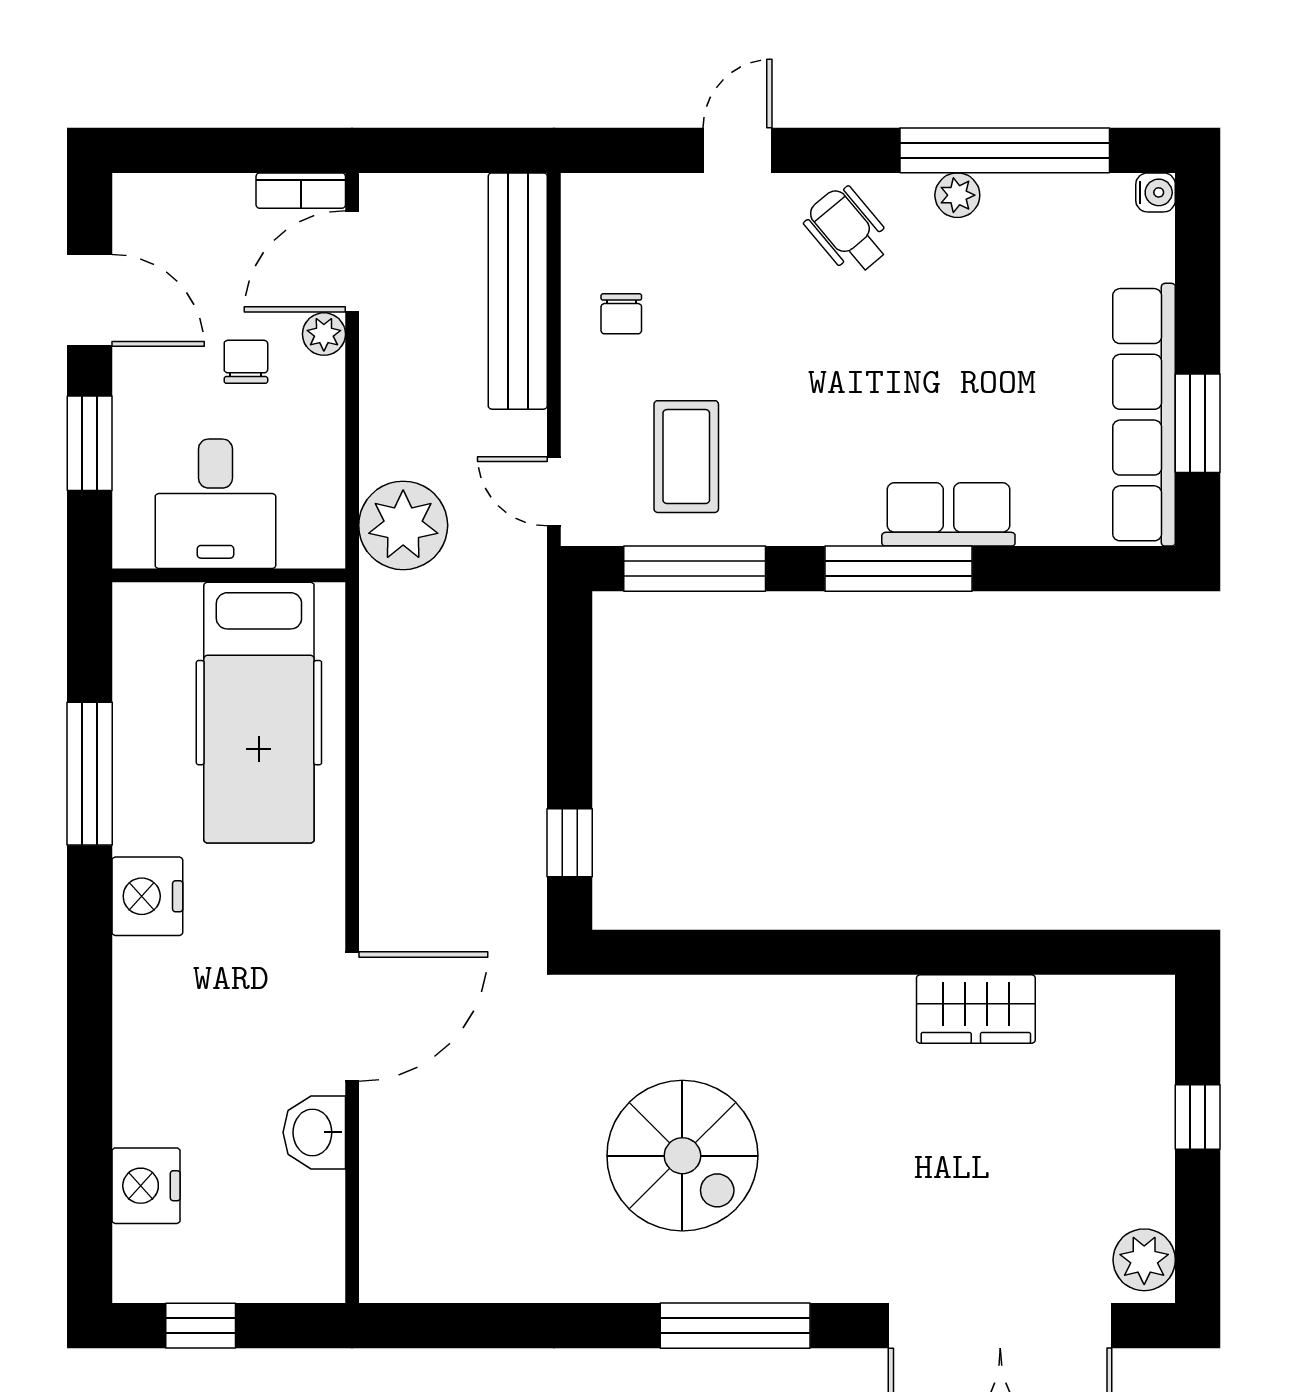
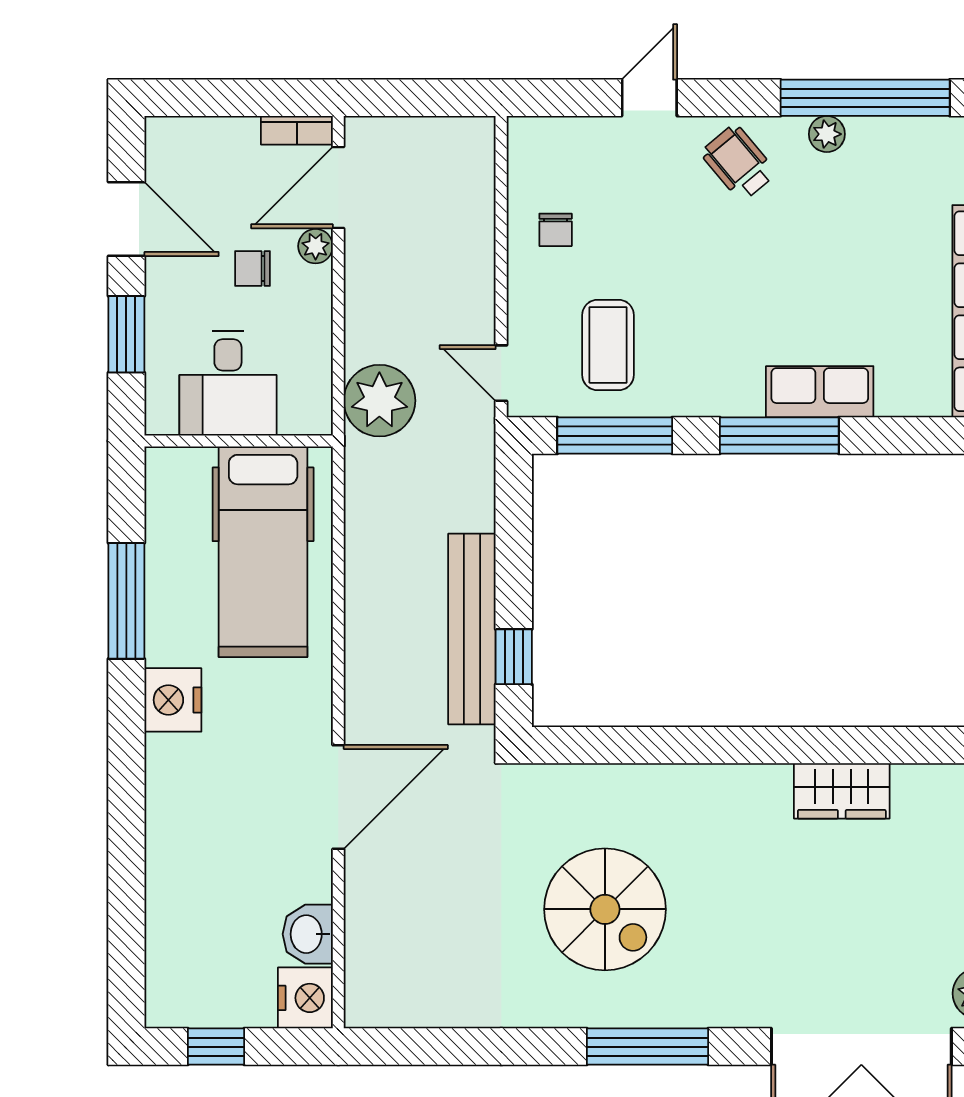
bench: (518, 291) -> (472, 629), moved
chair: (246, 362) -> (253, 268), turned -90
washbasin: (314, 1132) -> (308, 934), moved
nightstand: (146, 1186) -> (305, 998), moved, turned 180

